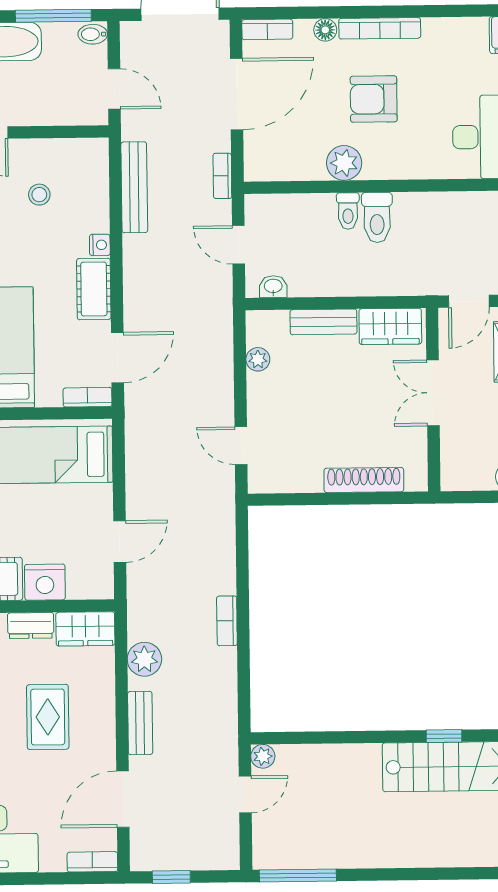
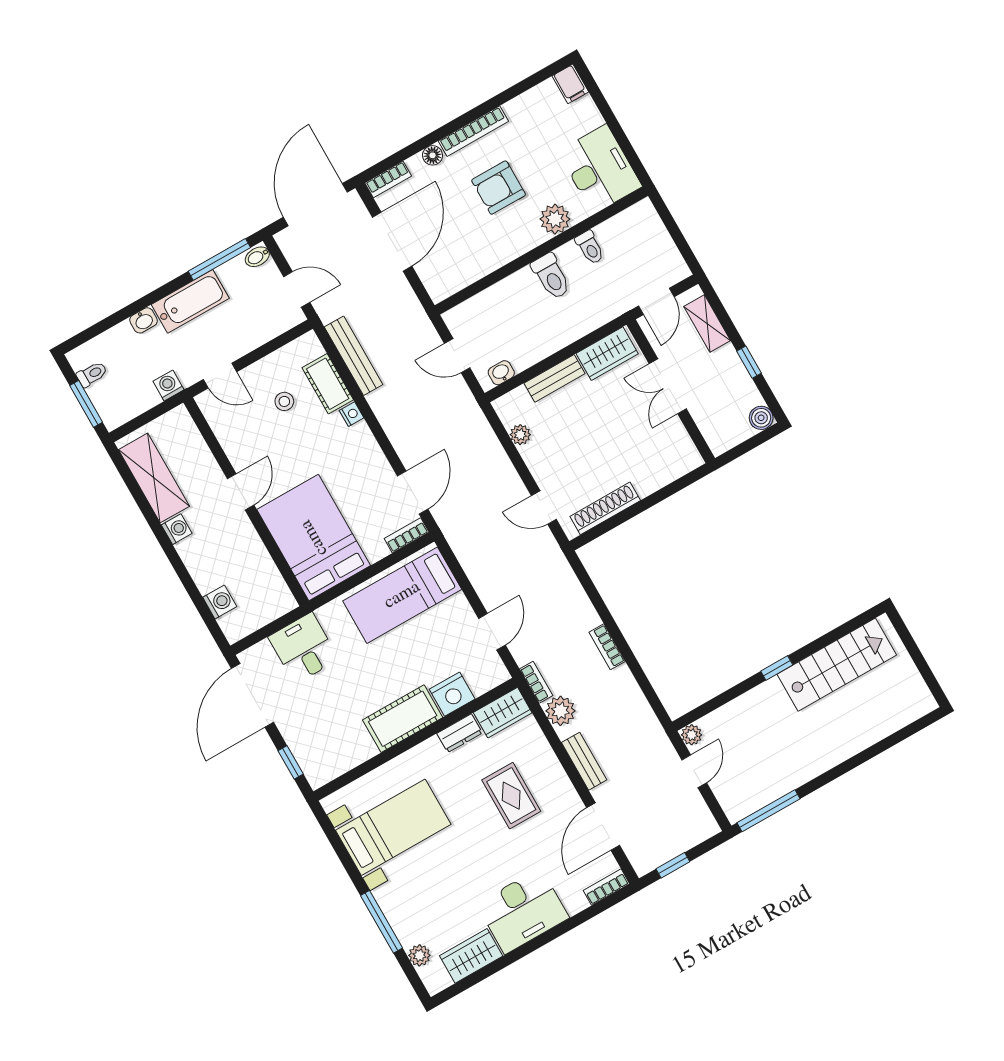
plant: (344, 163) -> (555, 219), moved
bookcase: (222, 176) -> (536, 682), moved, turned 180
toilet: (348, 211) -> (590, 247), moved
cot: (94, 289) -> (328, 384), moved
shoe rack: (364, 480) -> (605, 508), moved
window: (444, 736) -> (777, 668), moved

